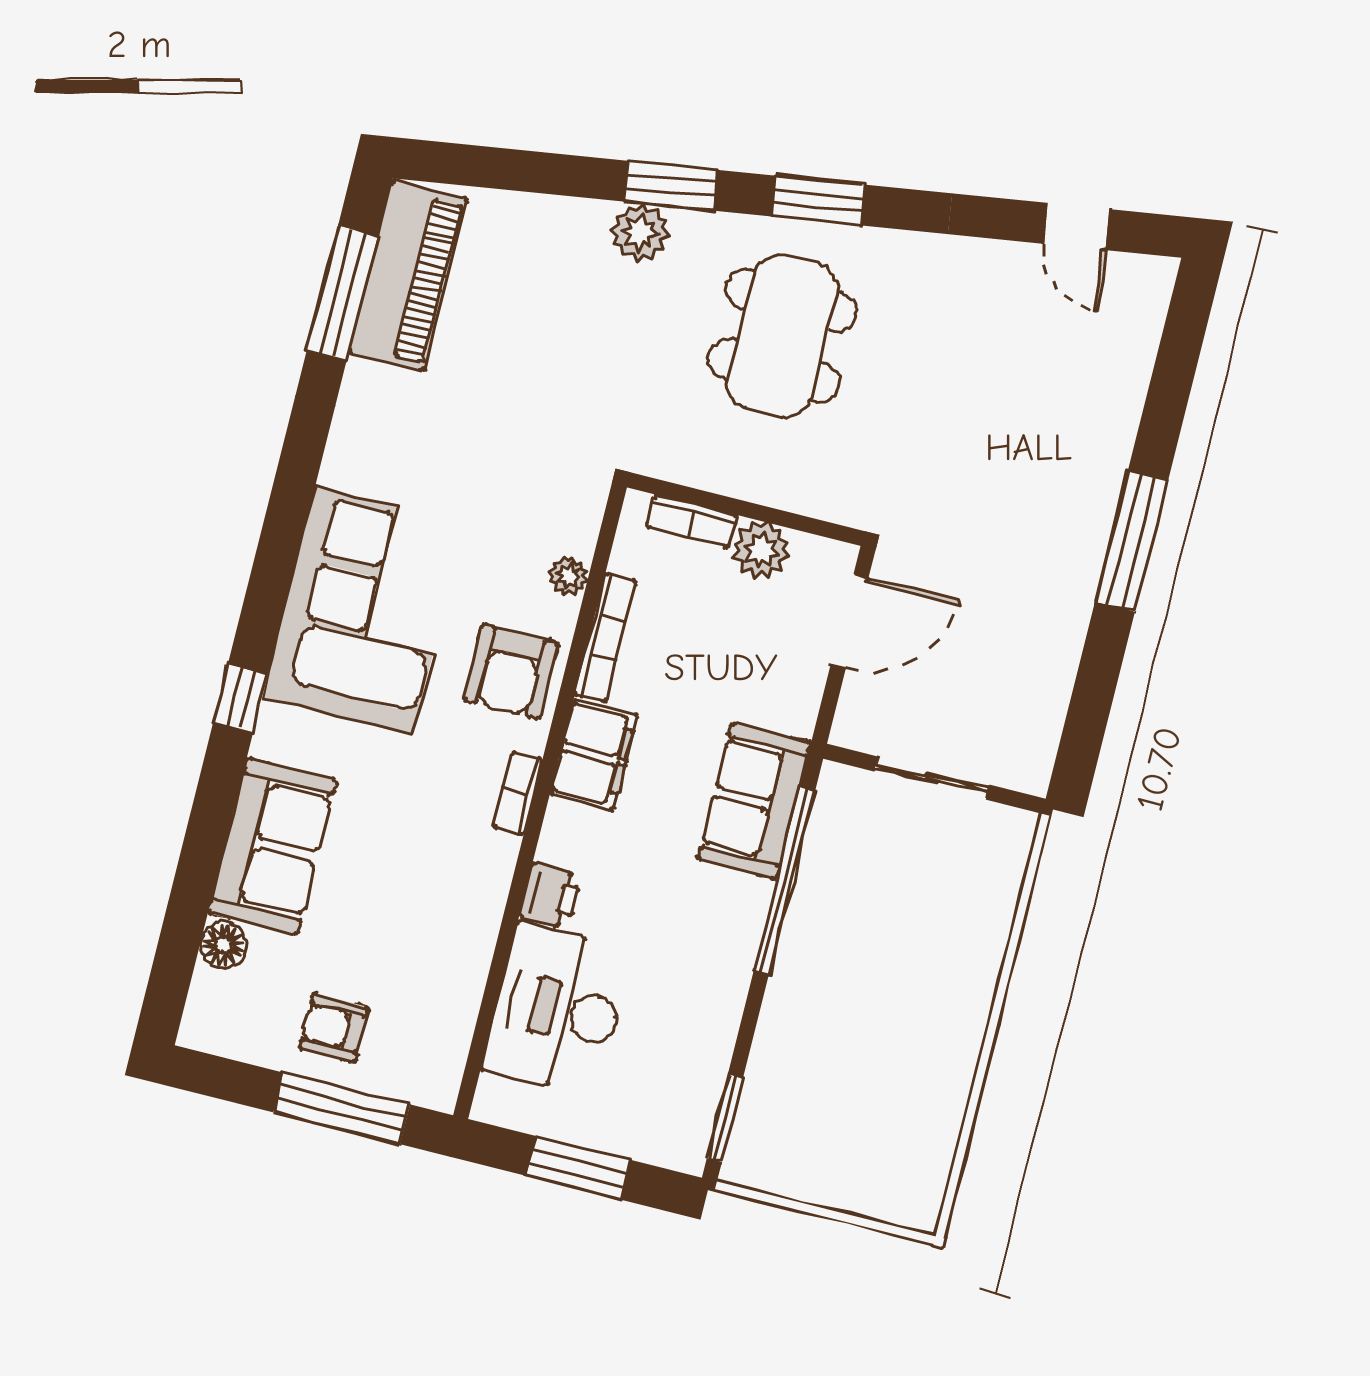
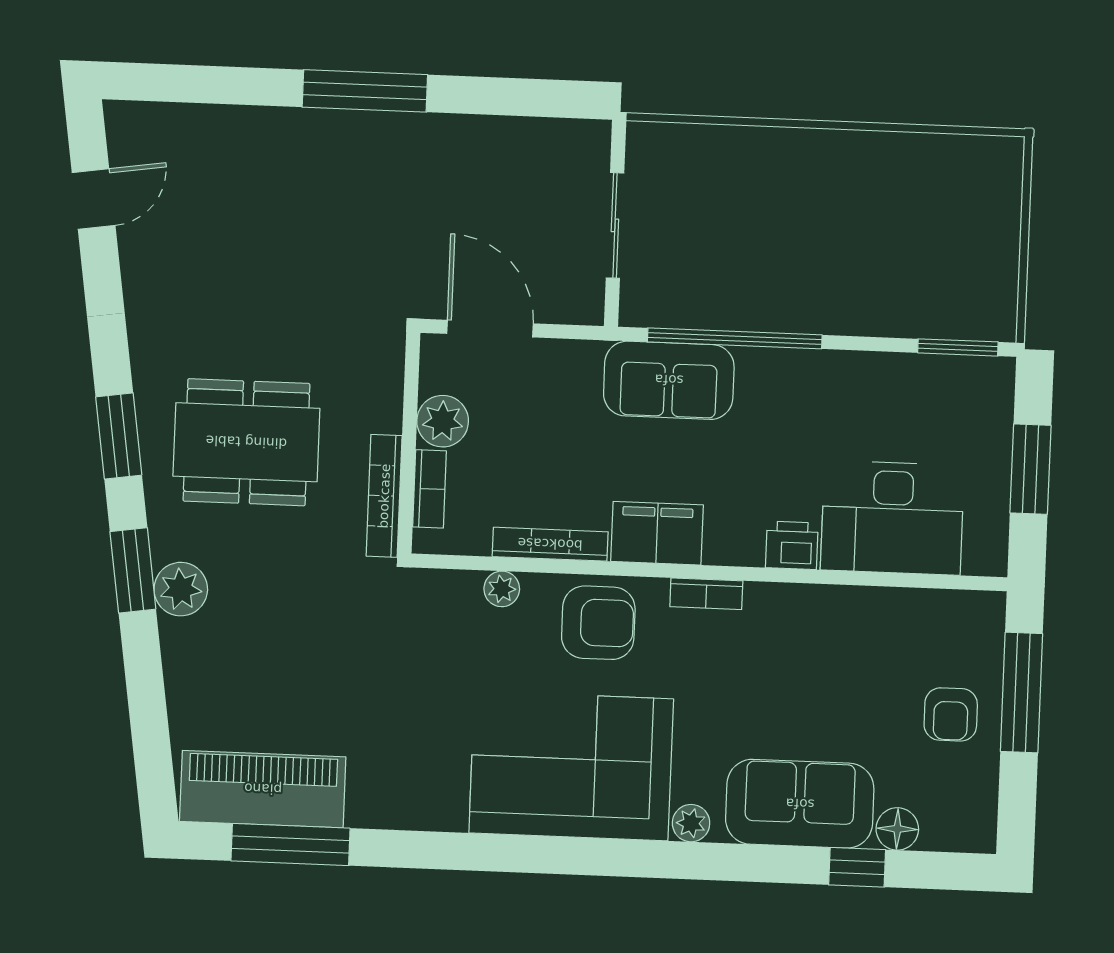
bookcase: (694, 471) -> (384, 496), added
window: (240, 699) -> (857, 867), moved
plant: (276, 726) -> (691, 823), added

